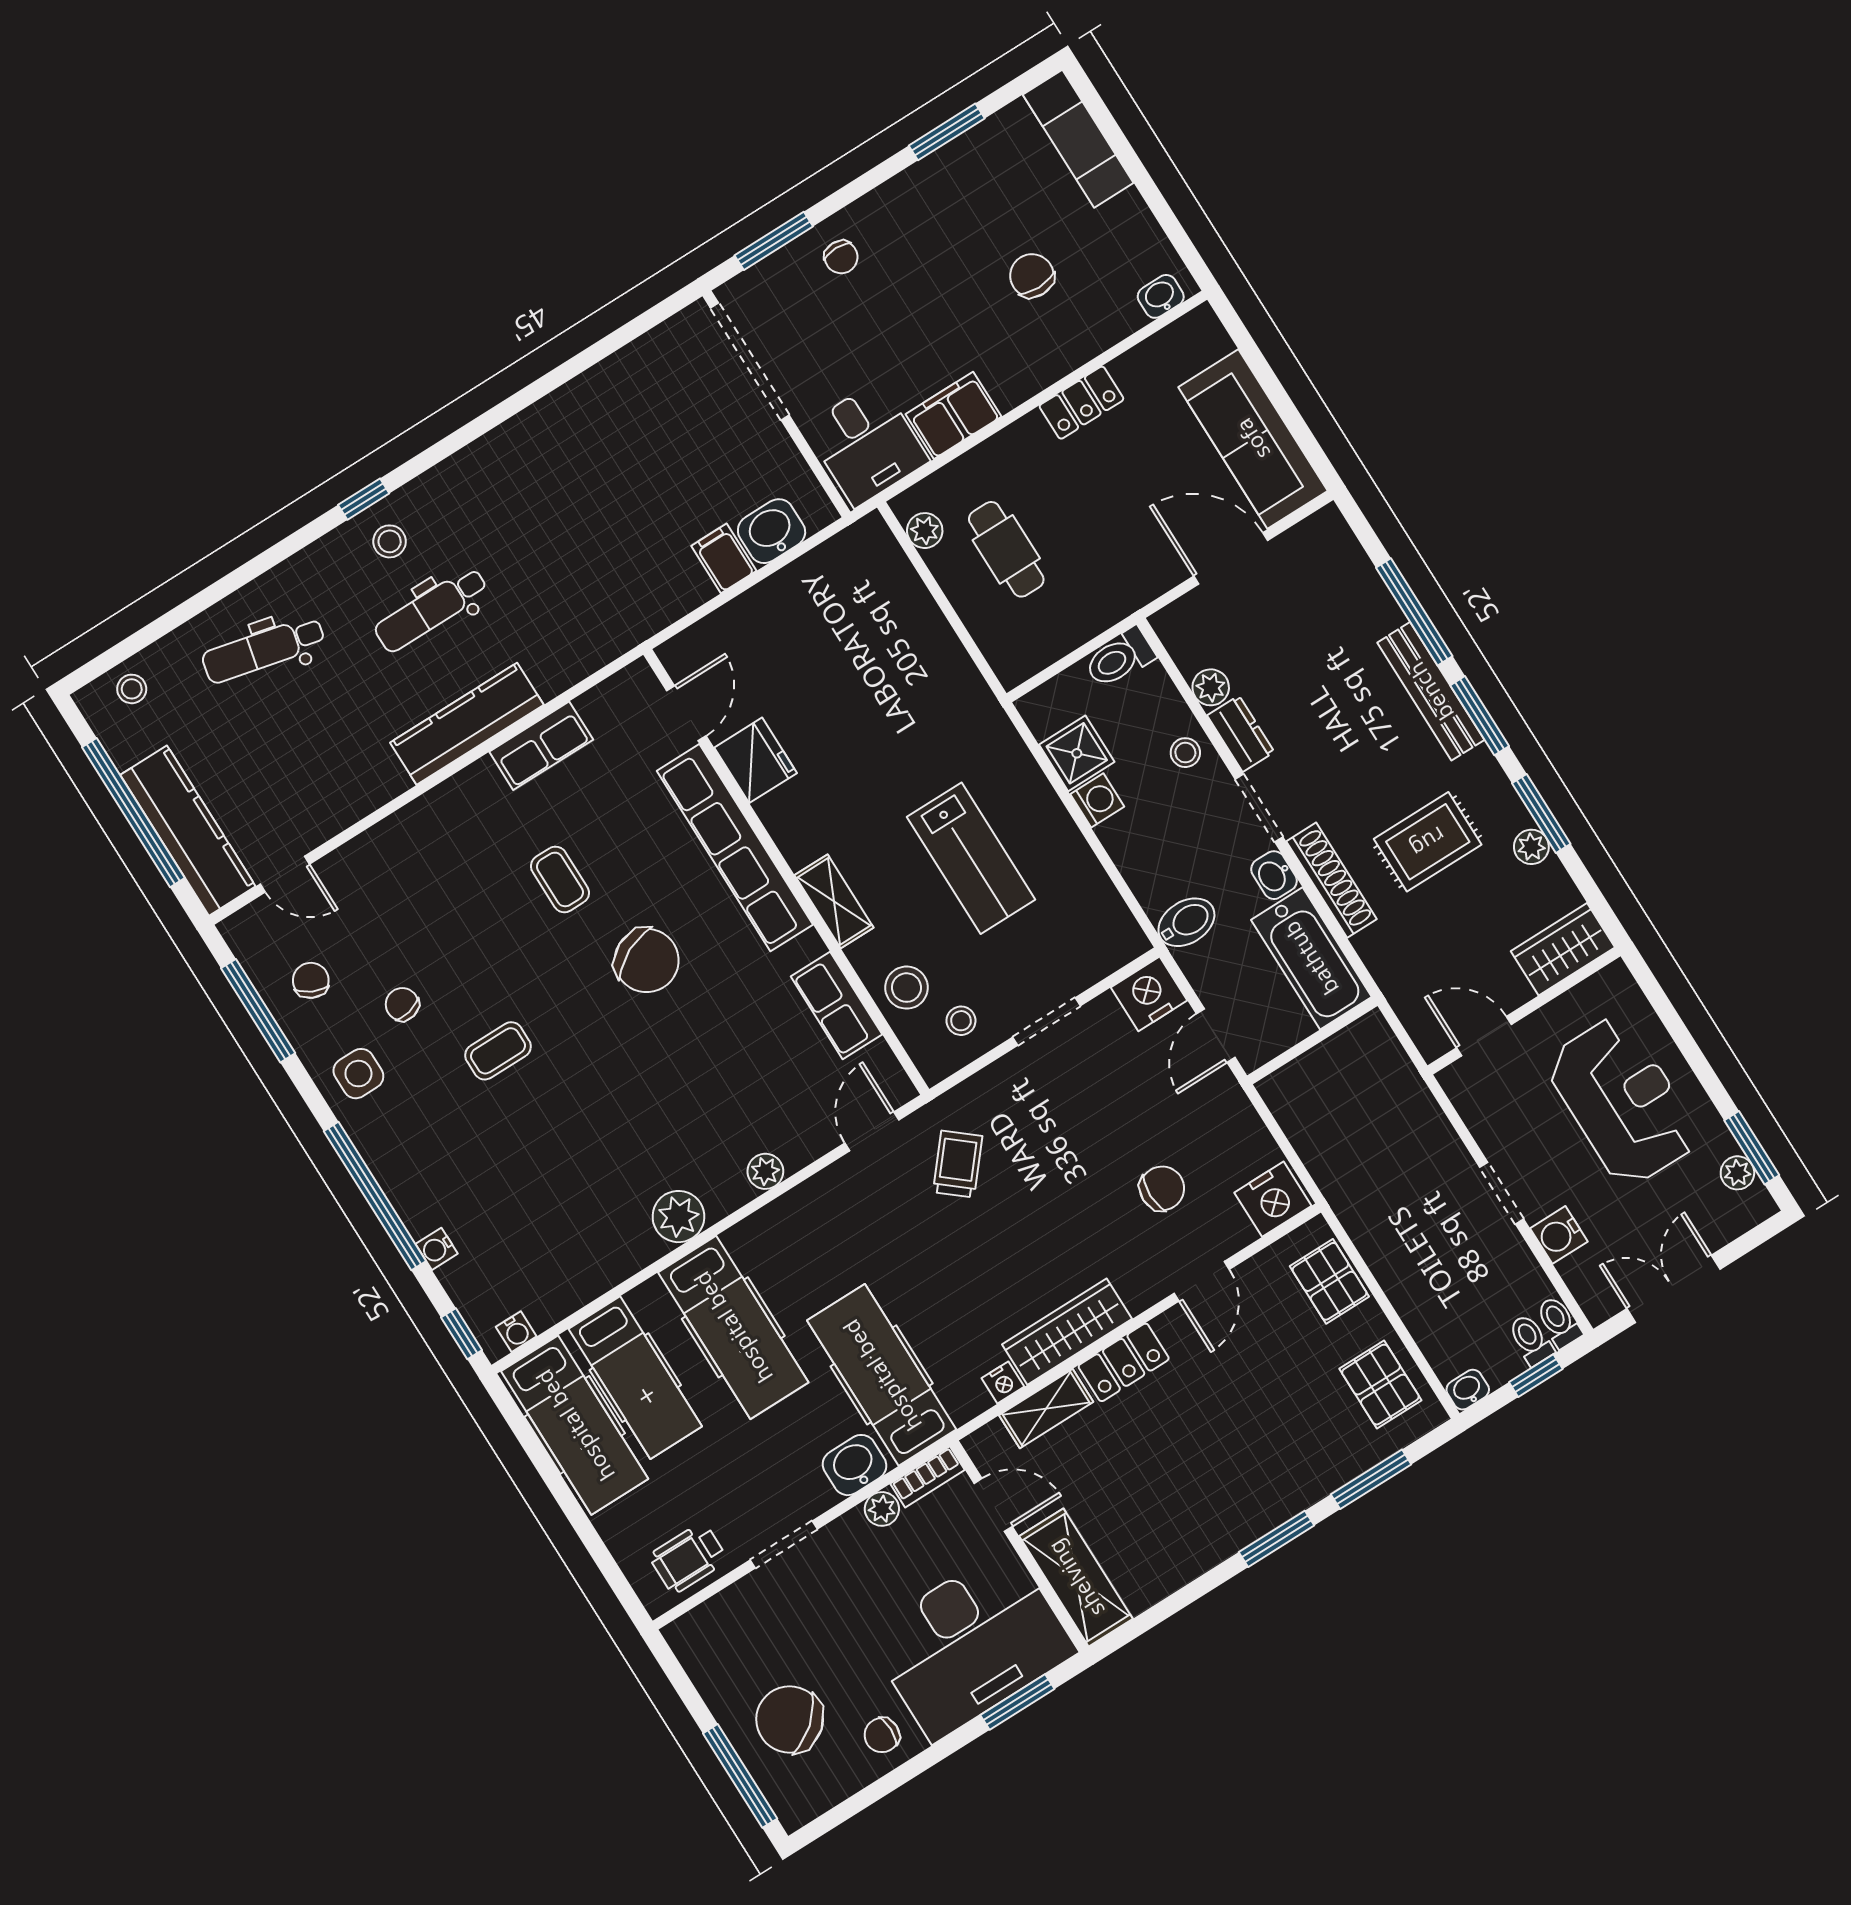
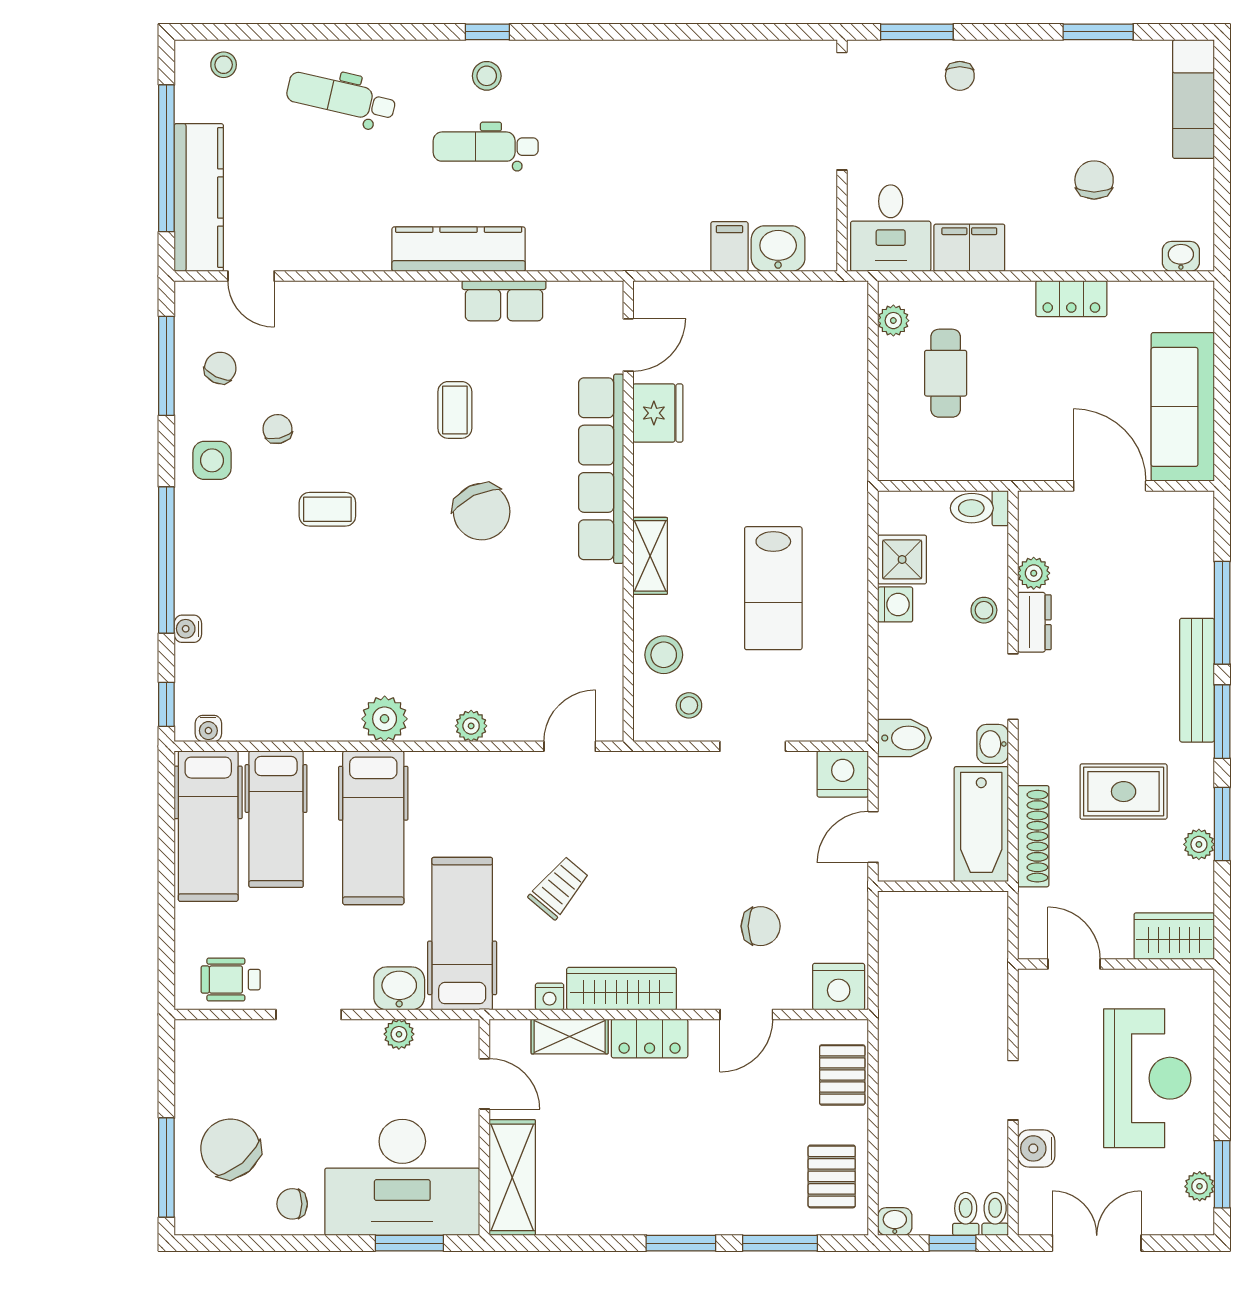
shoe rack: (1332, 880) -> (1033, 836), moved
row of seats: (836, 1005) -> (603, 635), removed
trolley: (958, 1164) -> (559, 888), moved
bookcase: (928, 1477) -> (448, 1032), removed

